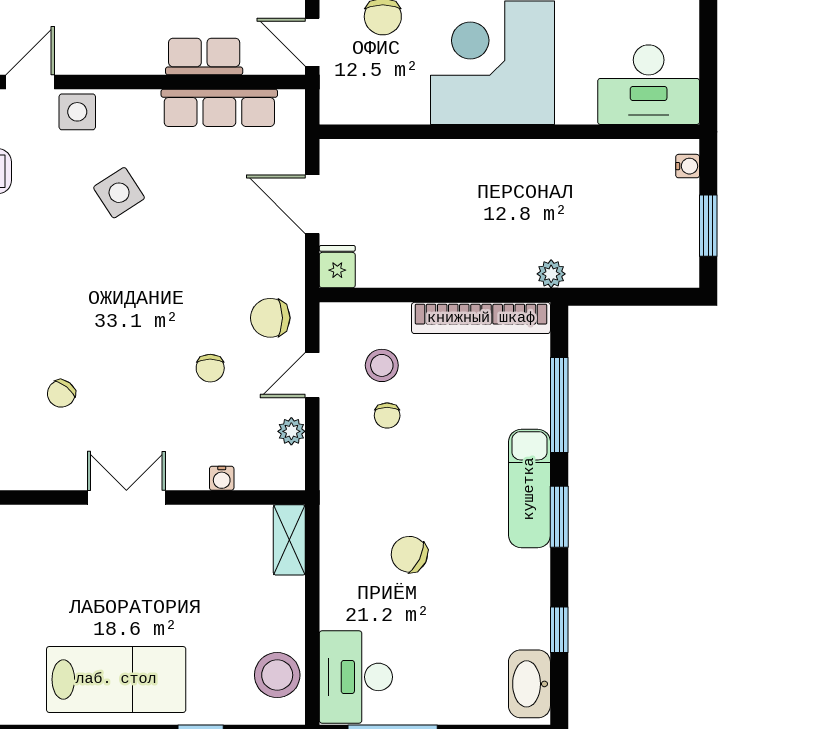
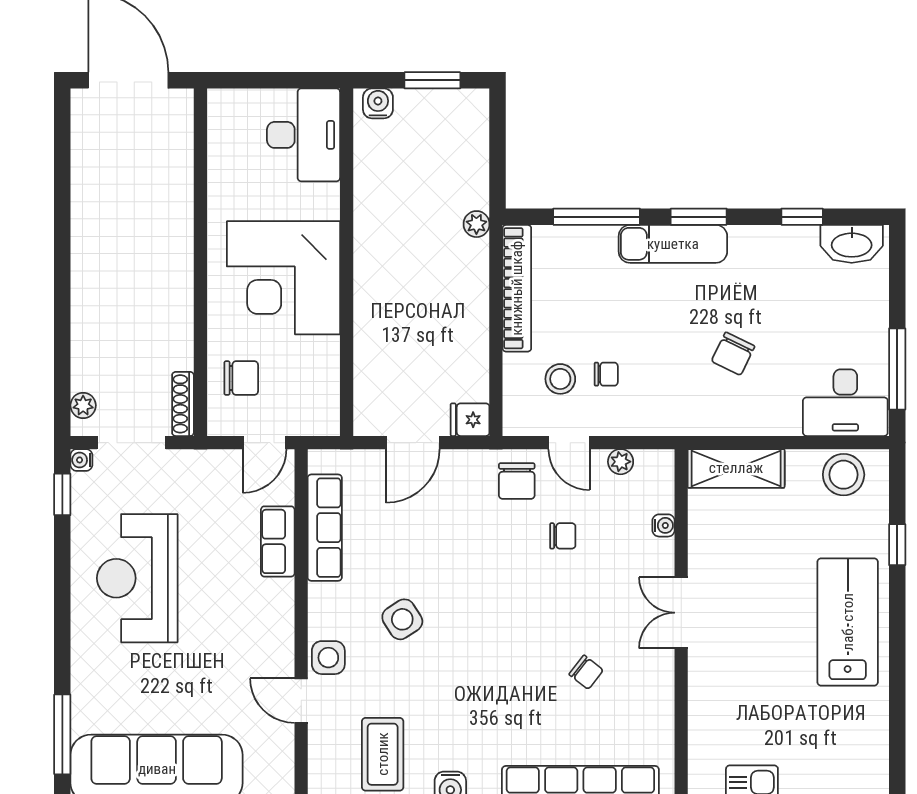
water cooler: (688, 166) -> (378, 103), width x1.38, depth x1.38
shelving: (289, 540) -> (736, 468), width x1.50, depth x1.33

